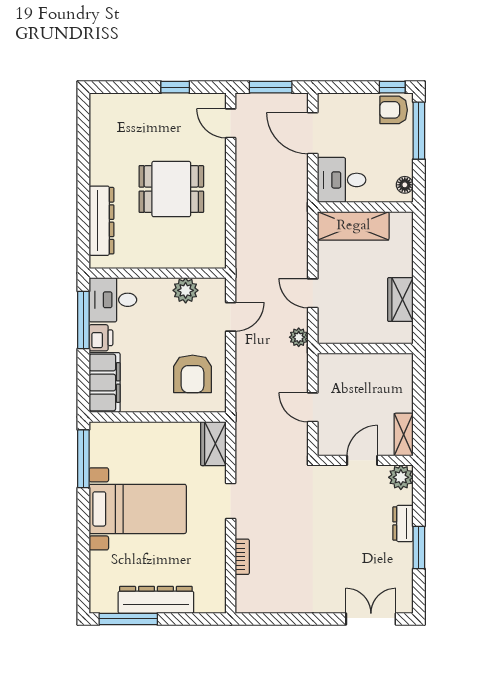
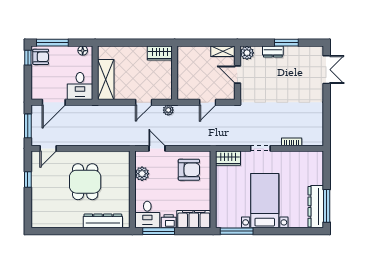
armchair: (394, 110) -> (41, 57), turned -90
wardrobe: (400, 300) -> (160, 53), moved
dresser: (156, 600) -> (316, 207), moved
double door: (371, 619) -> (327, 70), swing flipped

